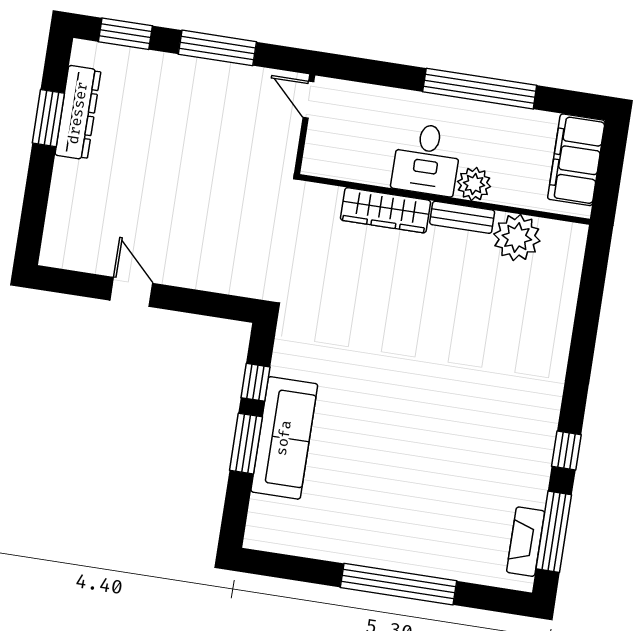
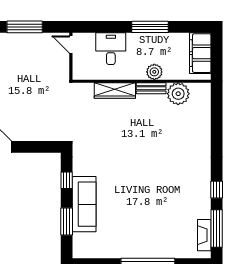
window: (480, 89) -> (150, 27), width x0.68
desk: (427, 159) -> (111, 49), moved, turned 180
window: (246, 444) -> (67, 222), moved

